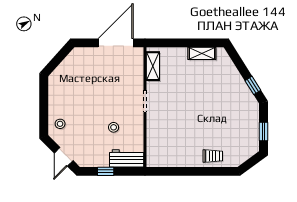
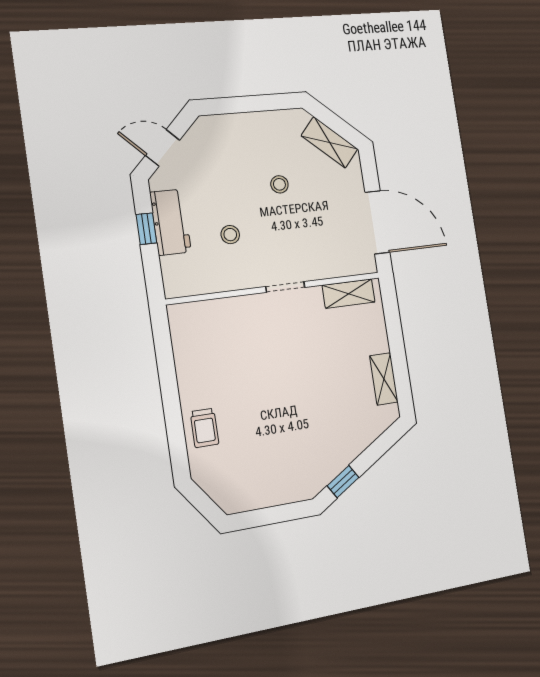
shelving: (69, 64) -> (329, 142), added
stool: (60, 124) -> (279, 184), moved
window: (263, 132) -> (264, 517), removed
workbench: (127, 158) -> (170, 222), moved

